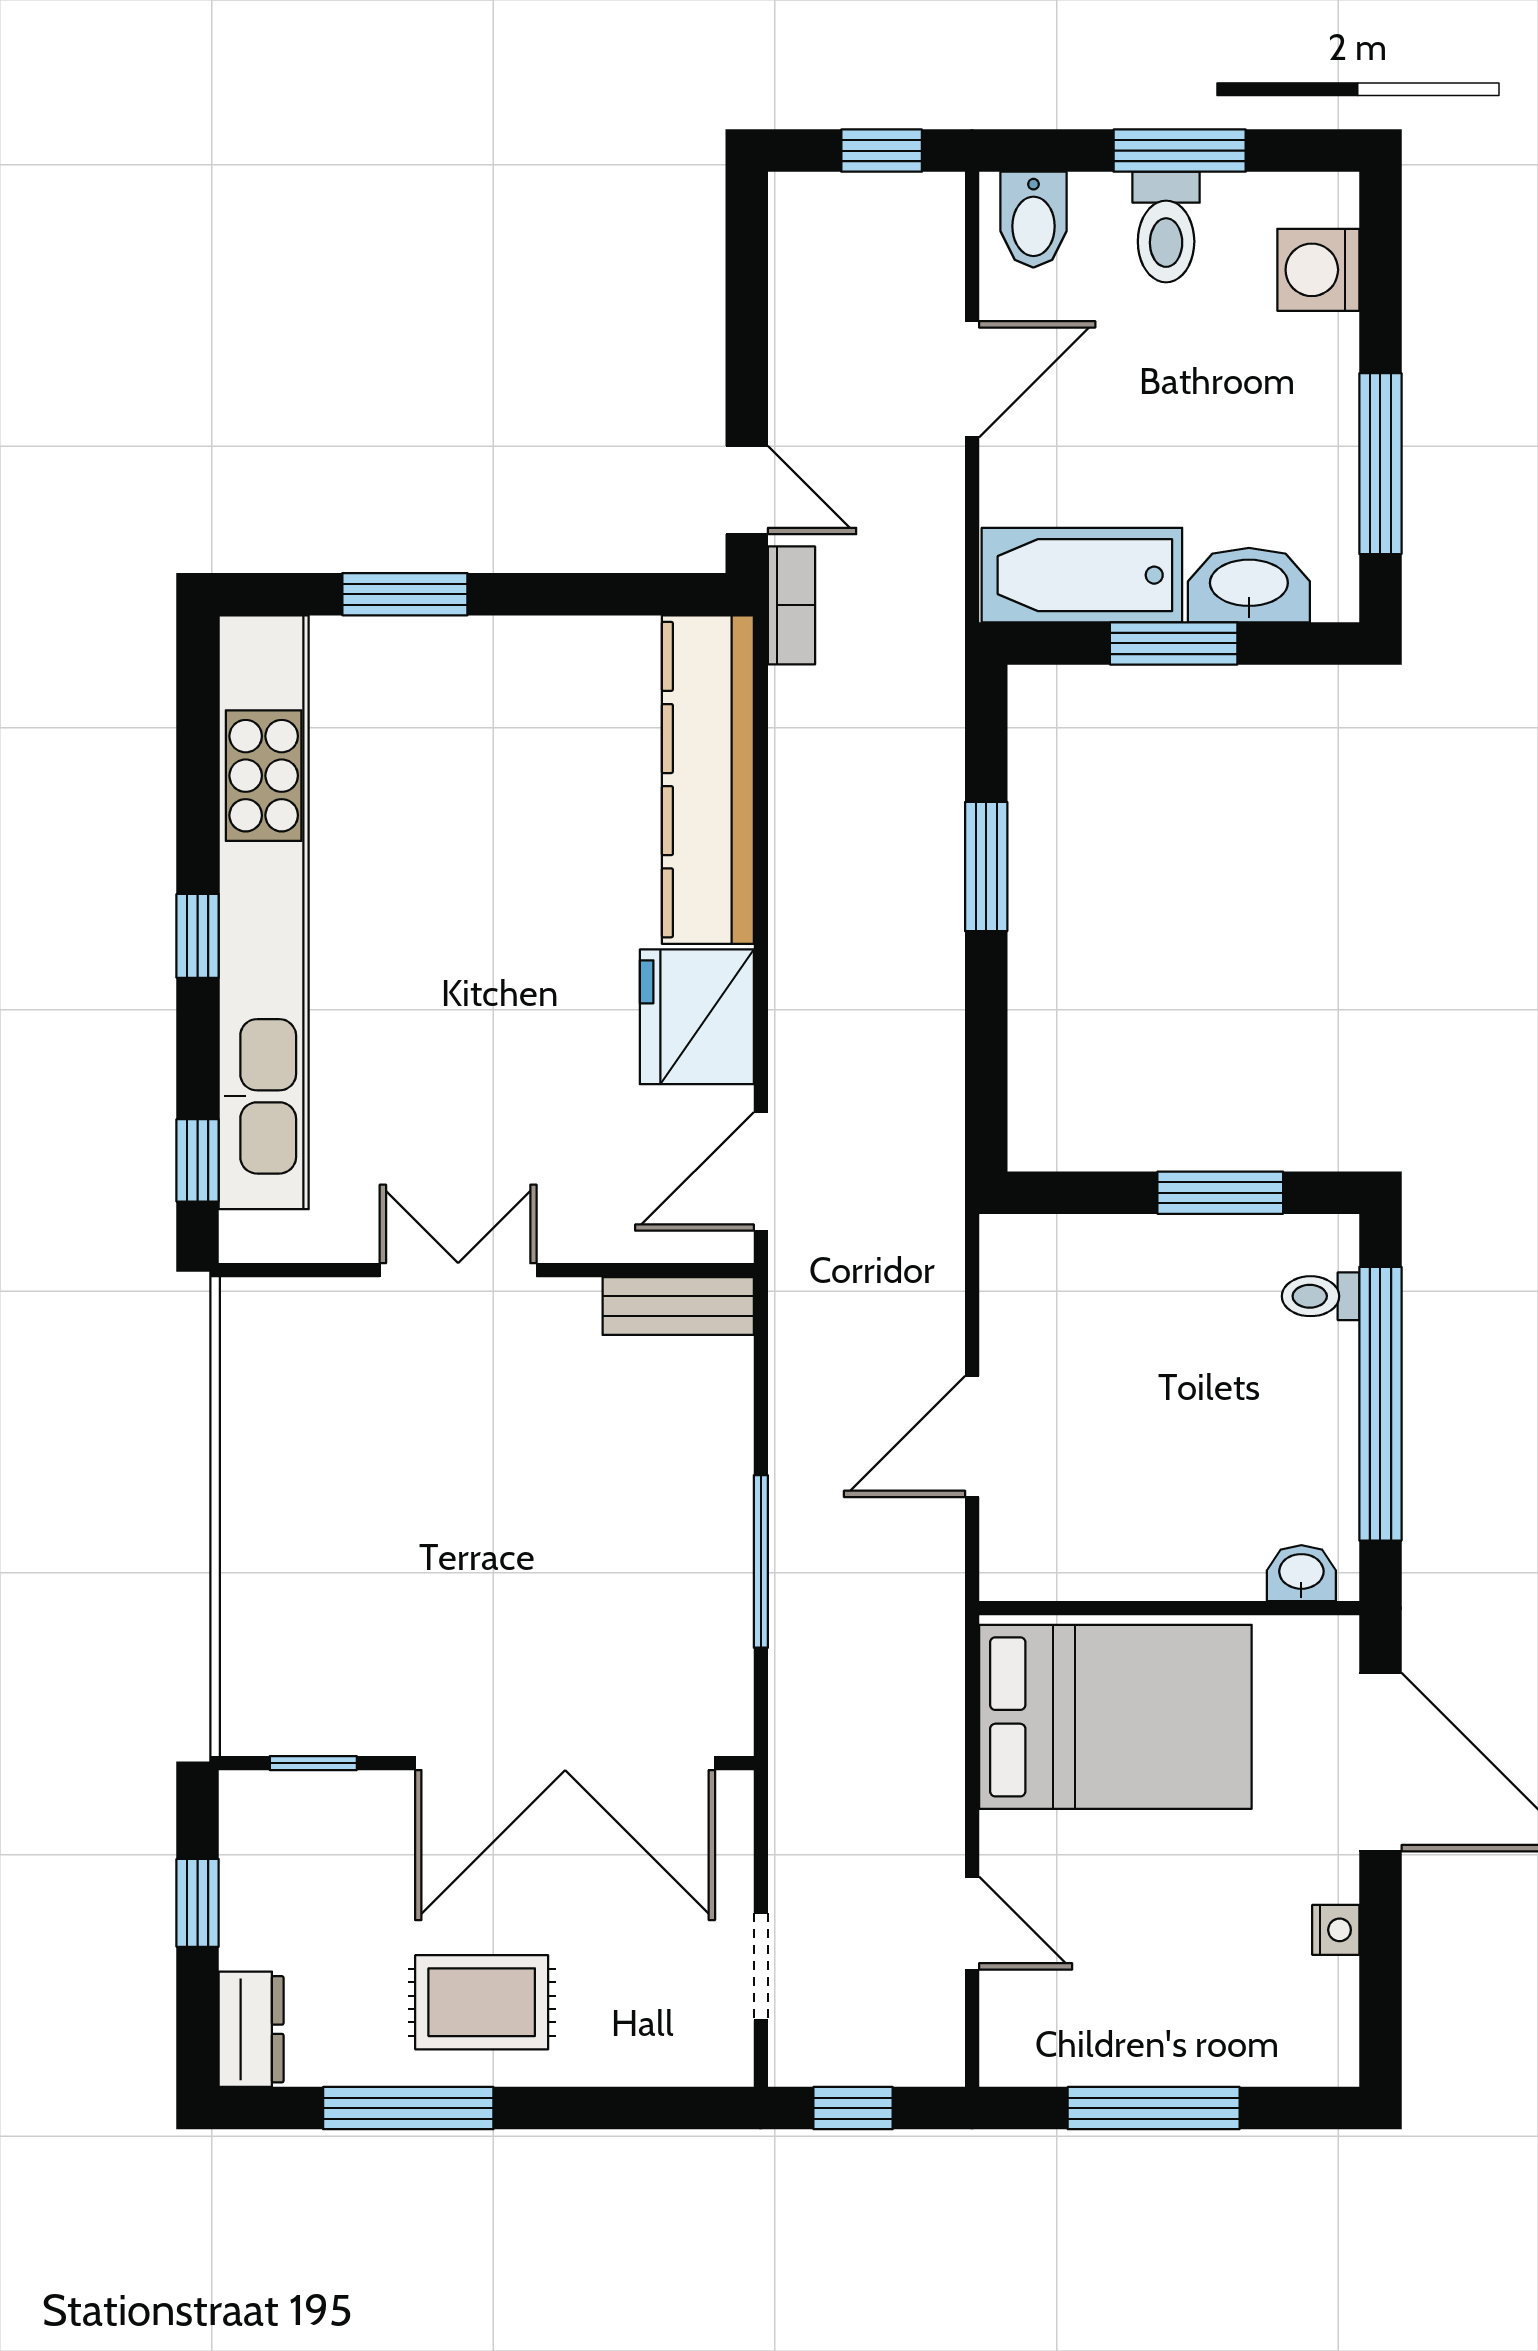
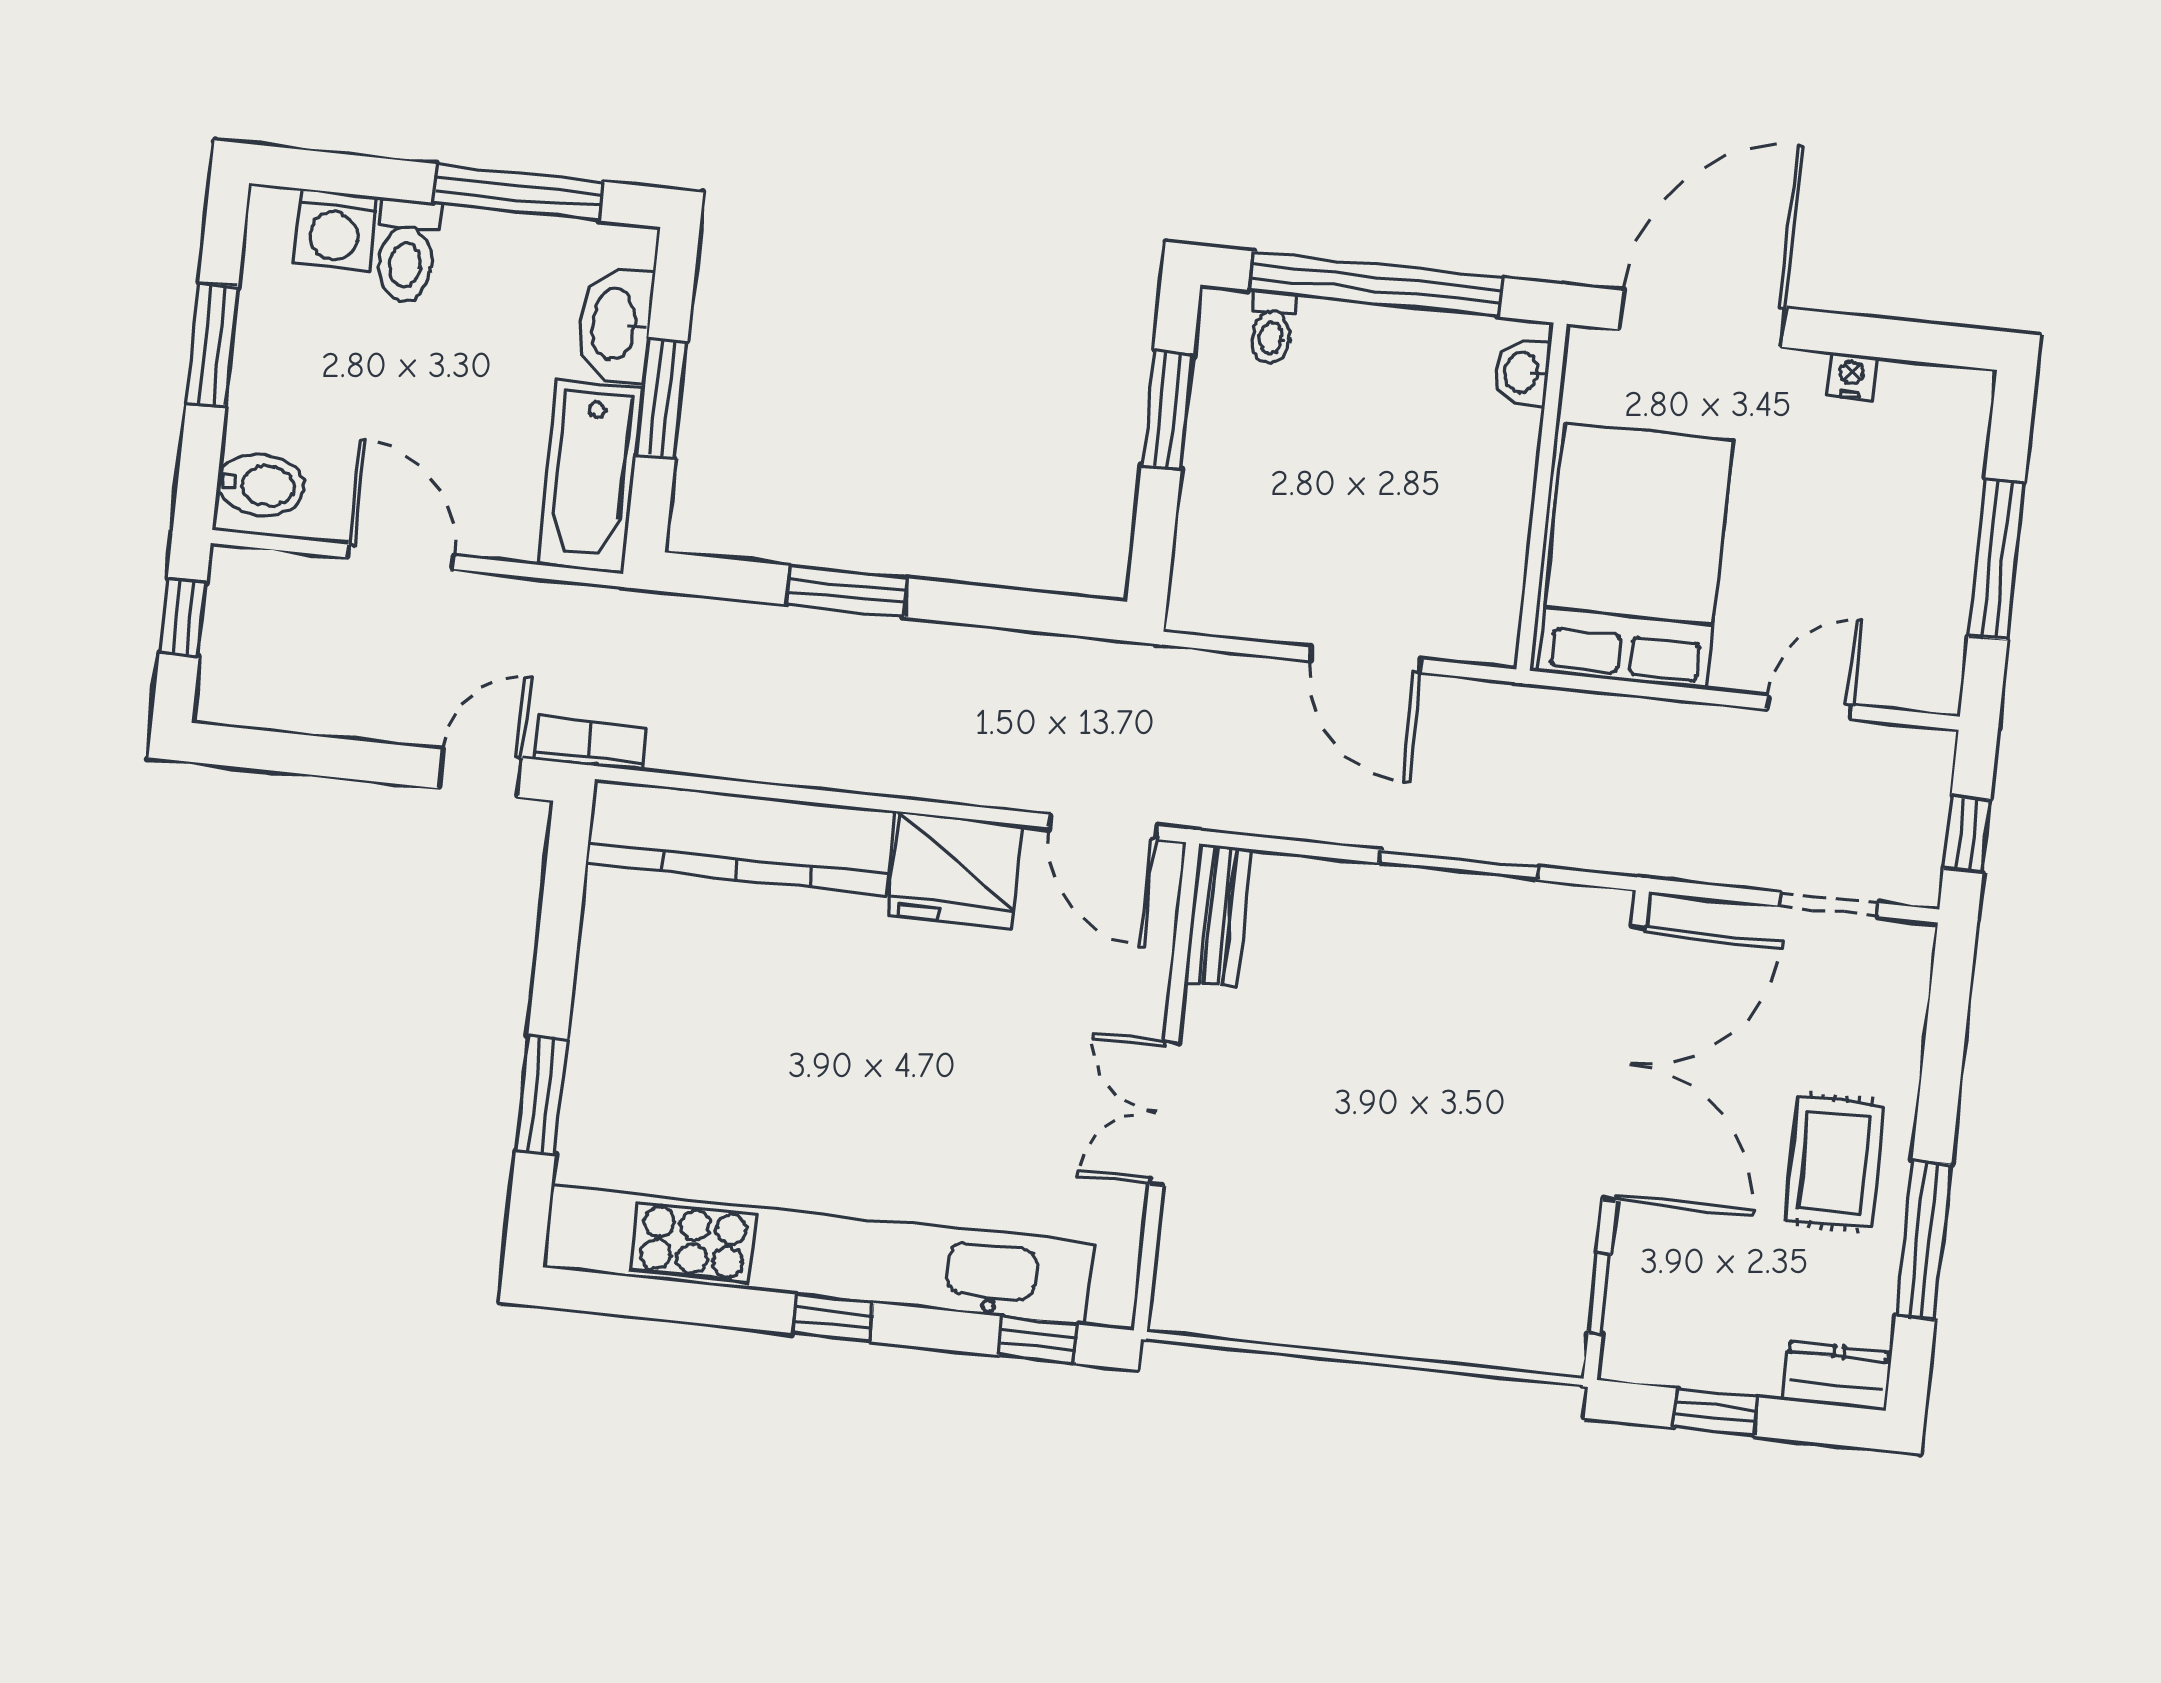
toilet: (1166, 227) -> (406, 251), moved, turned 90

